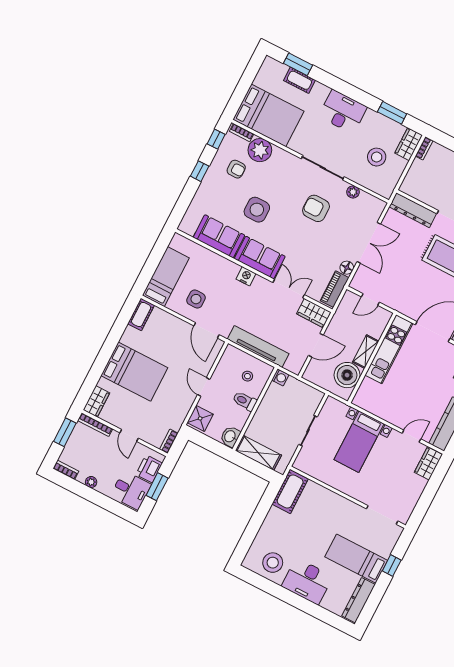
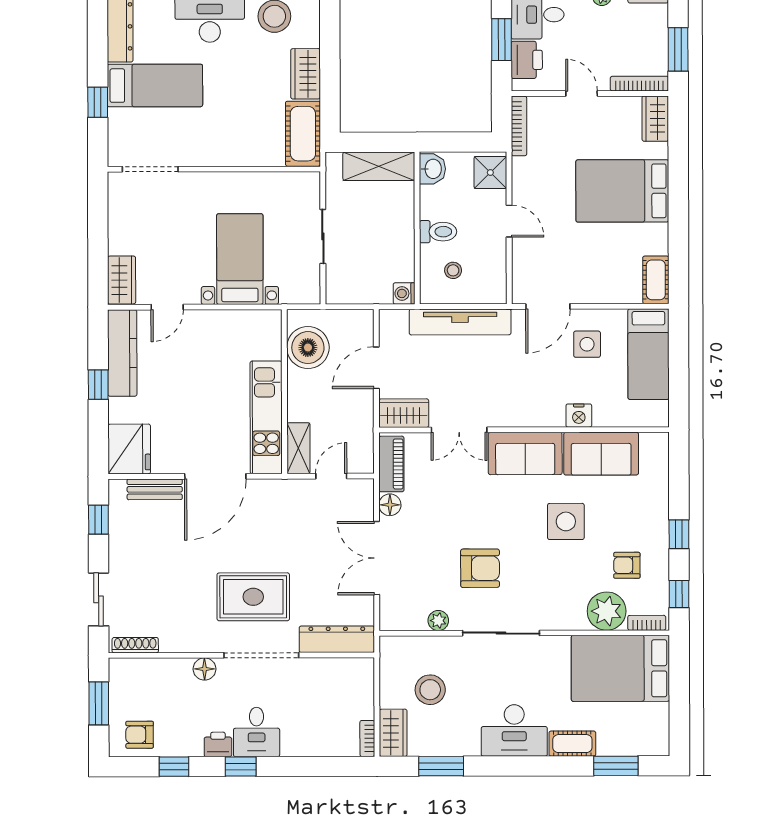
cot: (299, 80) -> (572, 744), moved
nightstand: (246, 276) -> (579, 416), moved
door: (206, 330) -> (548, 306), swing flipped
shelving: (366, 352) -> (298, 448), moved
bookcase: (169, 441) -> (519, 126), width x1.56
wardrobe: (272, 523) -> (305, 74), added

